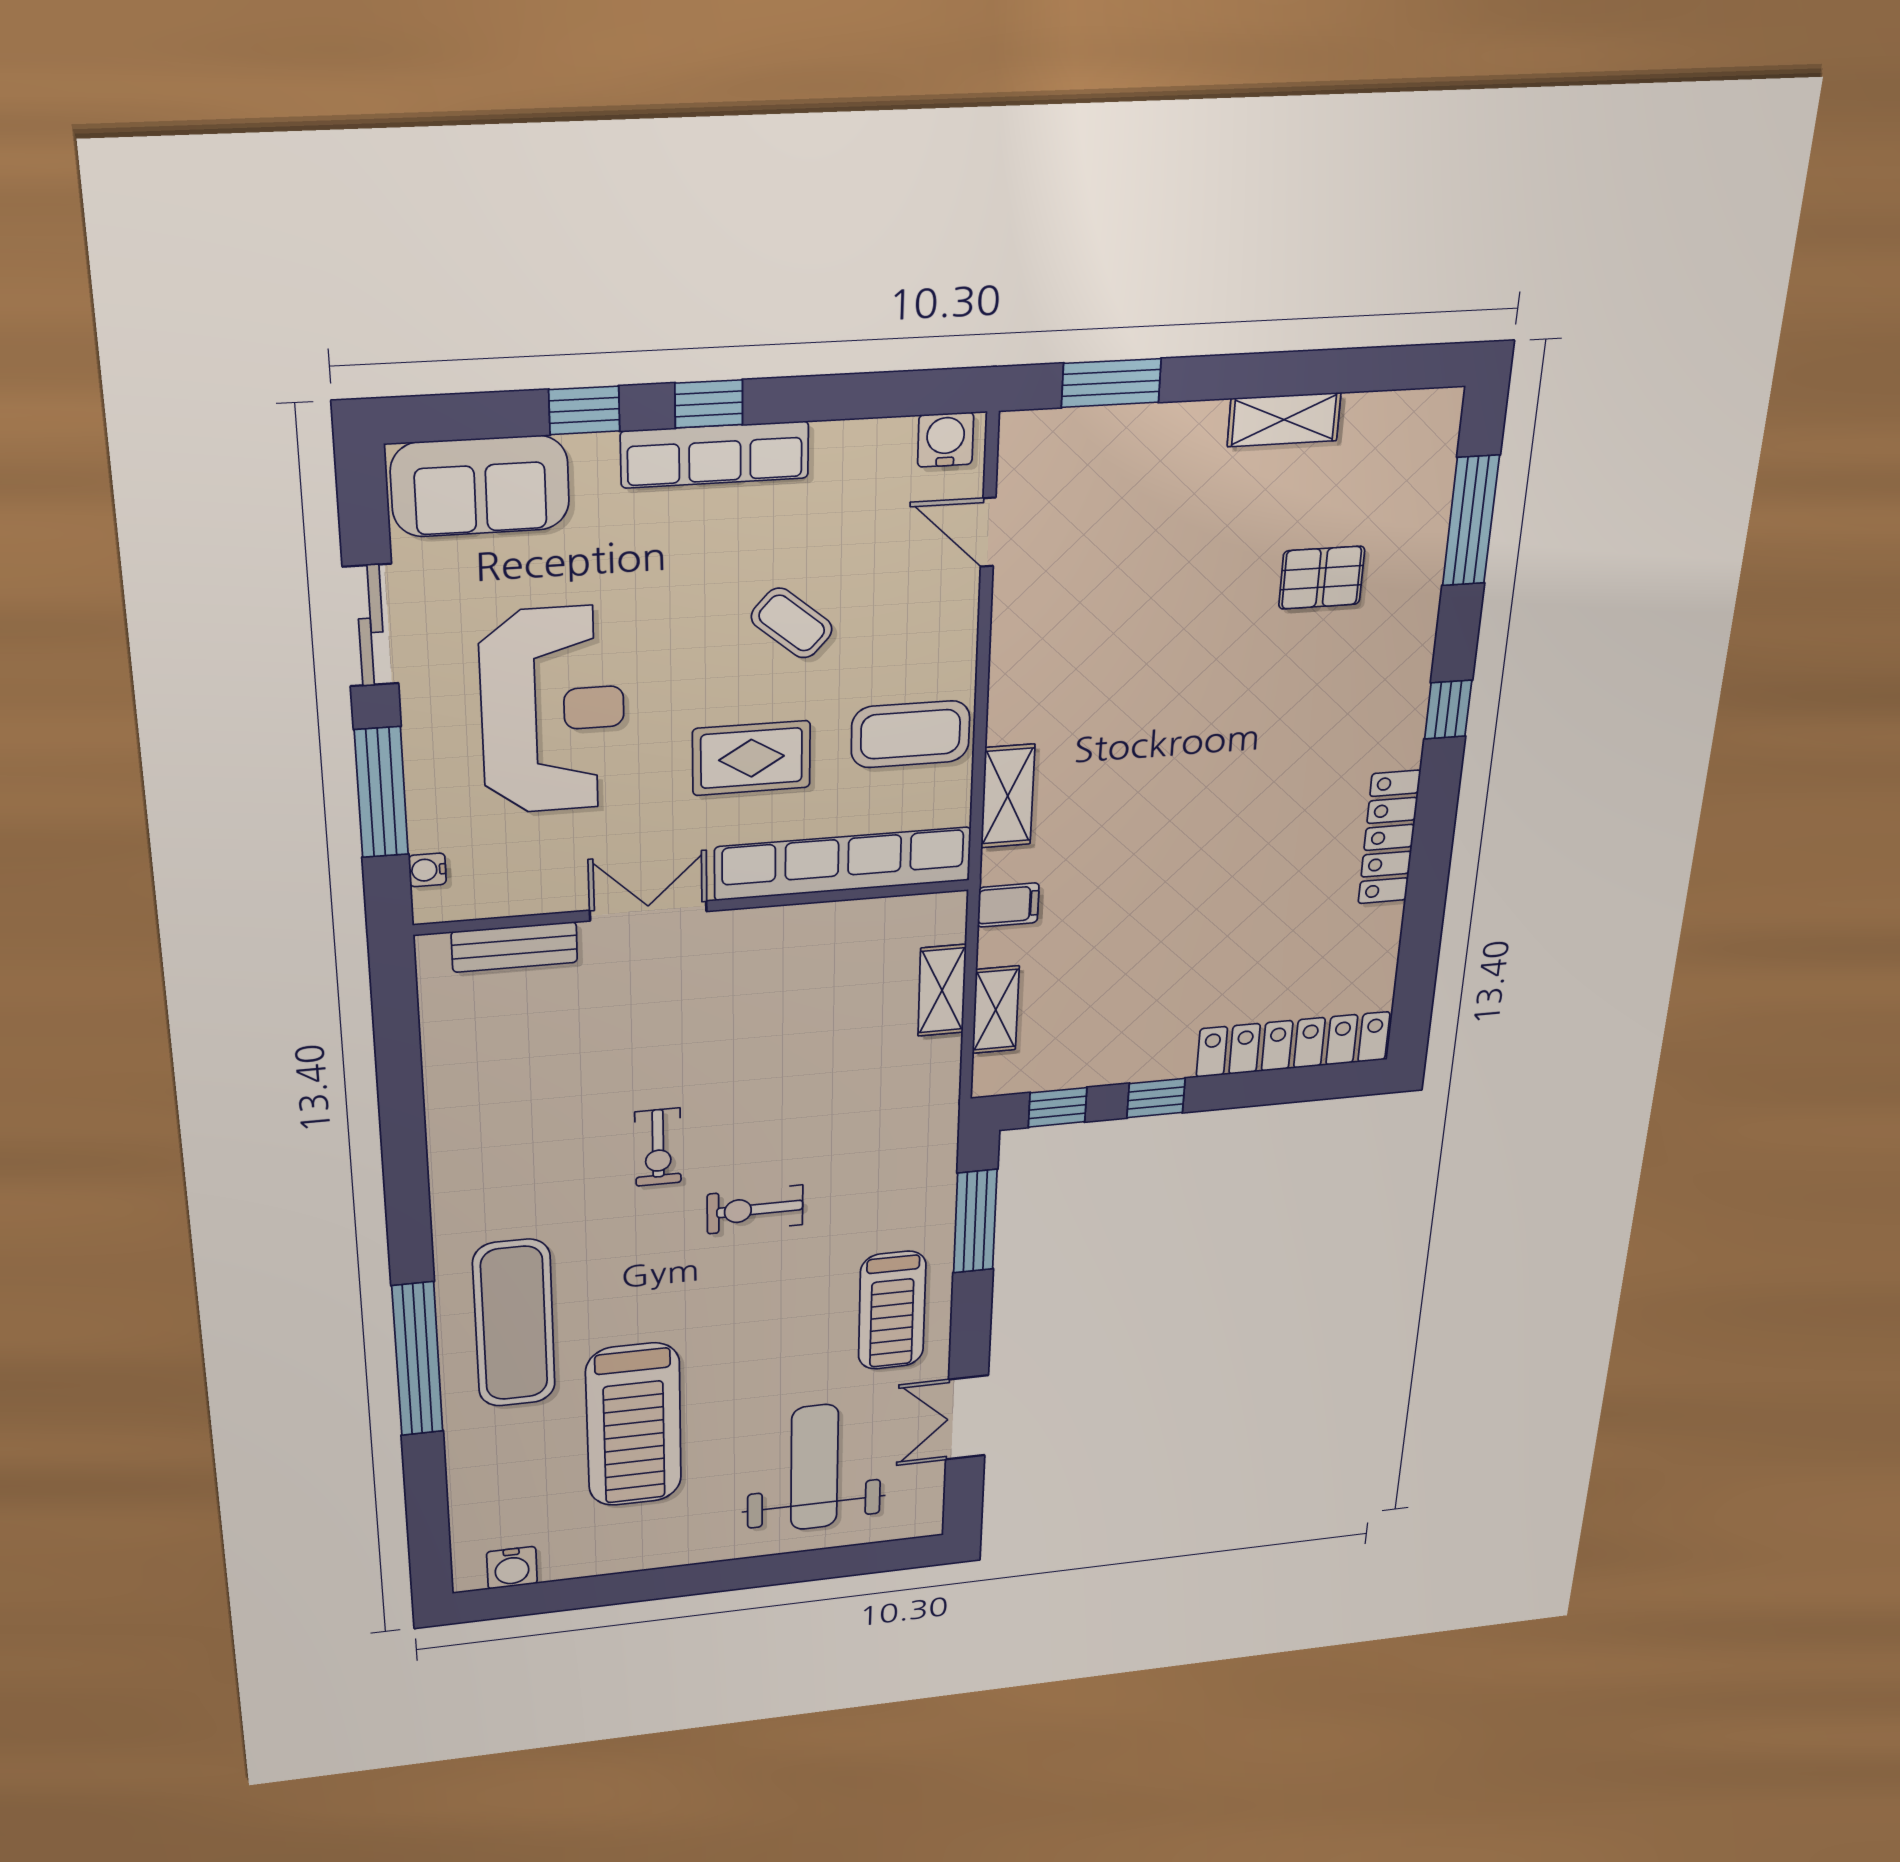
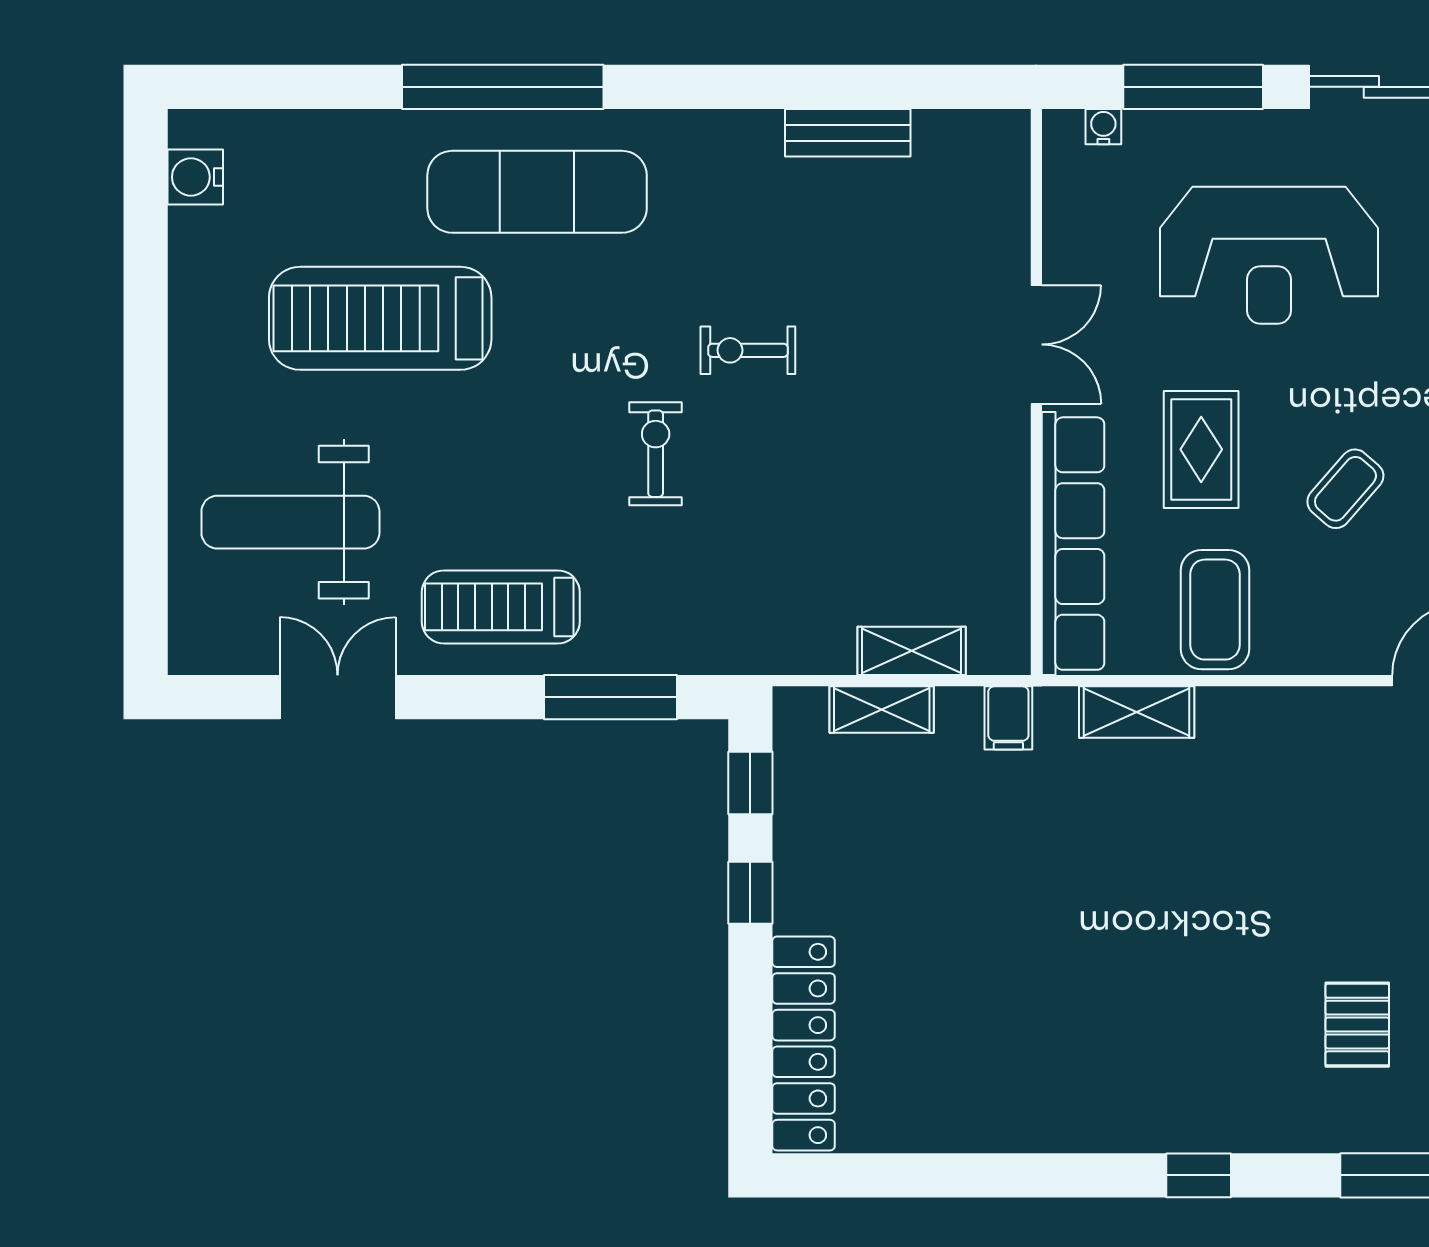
locker: (1389, 837) -> (1052, 1127), removed
bench: (515, 947) -> (848, 133), moved, turned 90
weight bench: (814, 1467) -> (290, 522), turned 180

